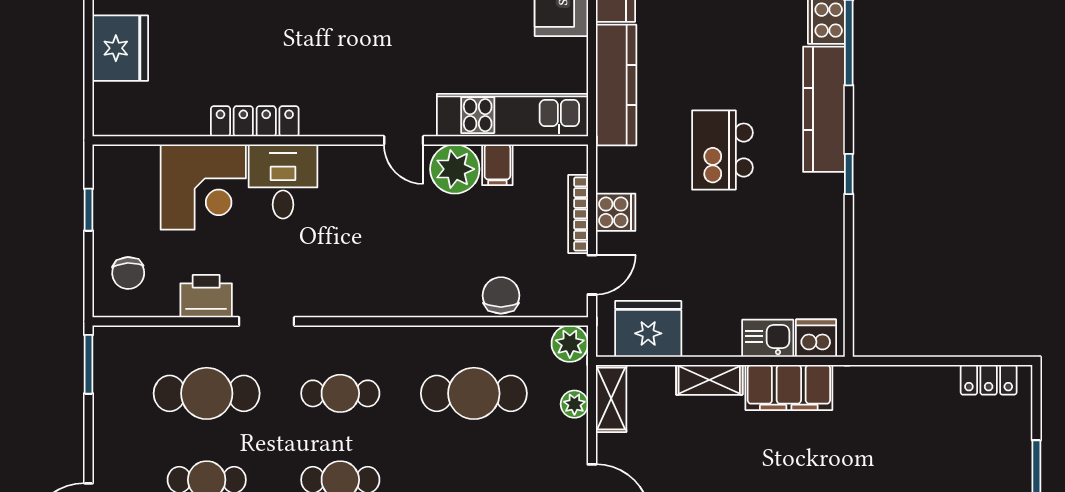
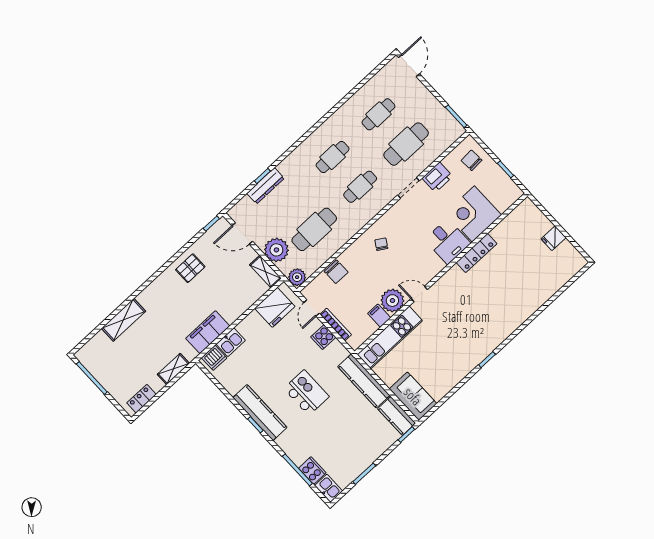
fridge: (120, 48) -> (554, 238), width x0.53, depth x0.75
kitchen counter: (824, 109) -> (260, 412), moved
chair: (390, 273) -> (381, 244), added
shelving: (709, 380) -> (173, 369), moved
plant: (574, 404) -> (276, 250), width x1.87, depth x1.87

